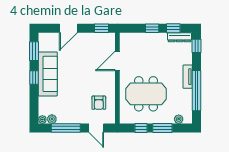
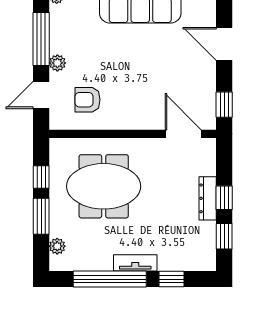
dresser: (180, 37) -> (208, 198), moved
window: (196, 46) -> (172, 279), moved
door: (117, 61) -> (183, 134), moved
meeting table: (146, 94) -> (104, 186), turned 90
plant: (52, 119) -> (57, 63), moved

